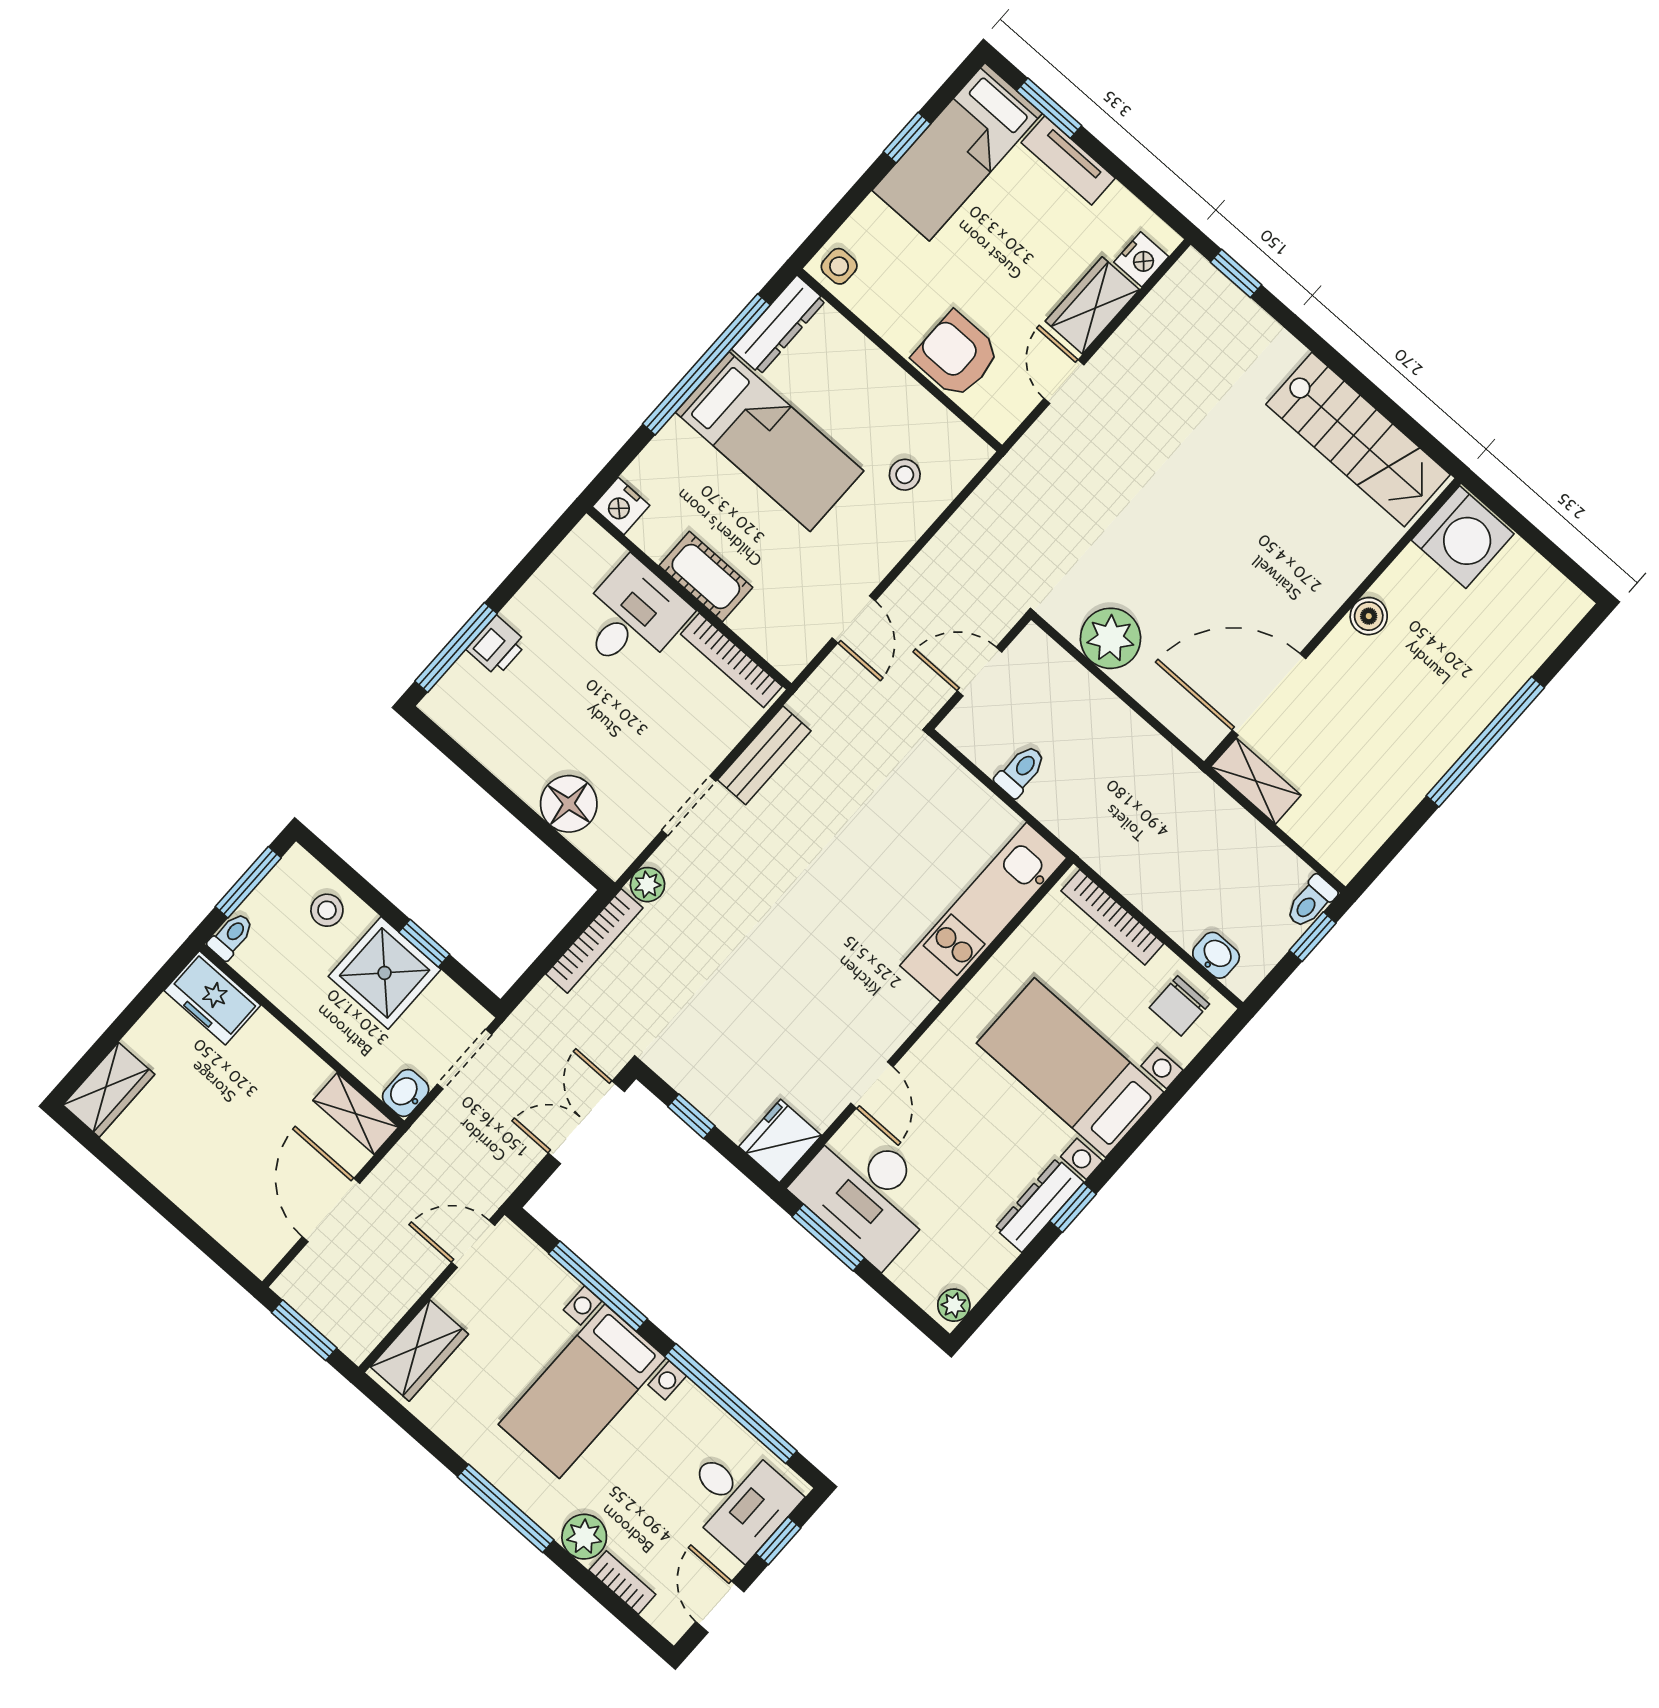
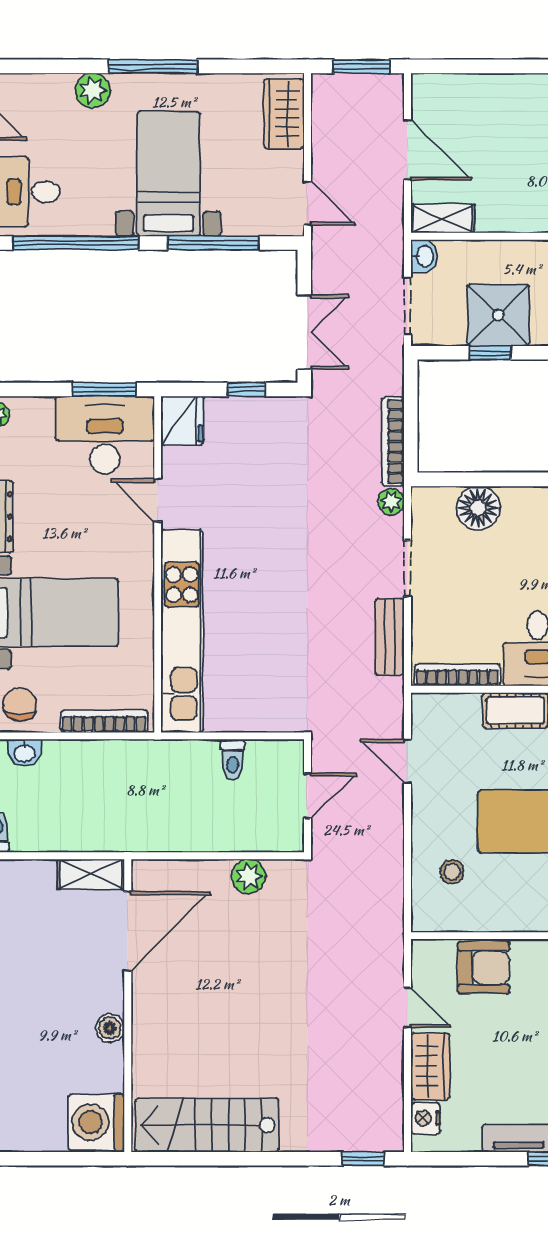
plant: (1111, 638) -> (248, 876), width x0.73, depth x0.73
kitchen unit: (983, 912) -> (182, 631), width x1.36
door: (473, 1244) -> (308, 203), hinge flipped
bookcase: (622, 1582) -> (47, 83), removed

